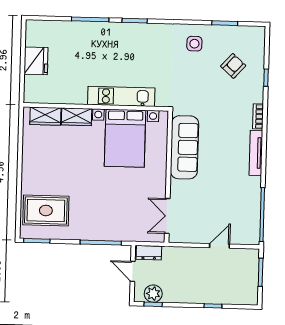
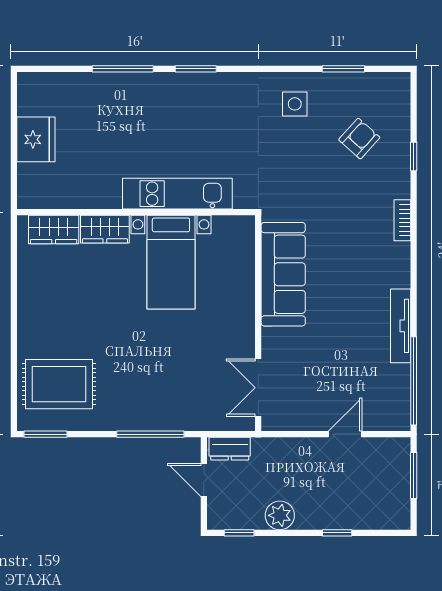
bed with nightstands: (125, 138) -> (171, 262), width x0.73
tv unit: (256, 153) -> (401, 326), moved
plant: (153, 294) -> (280, 515), moved

